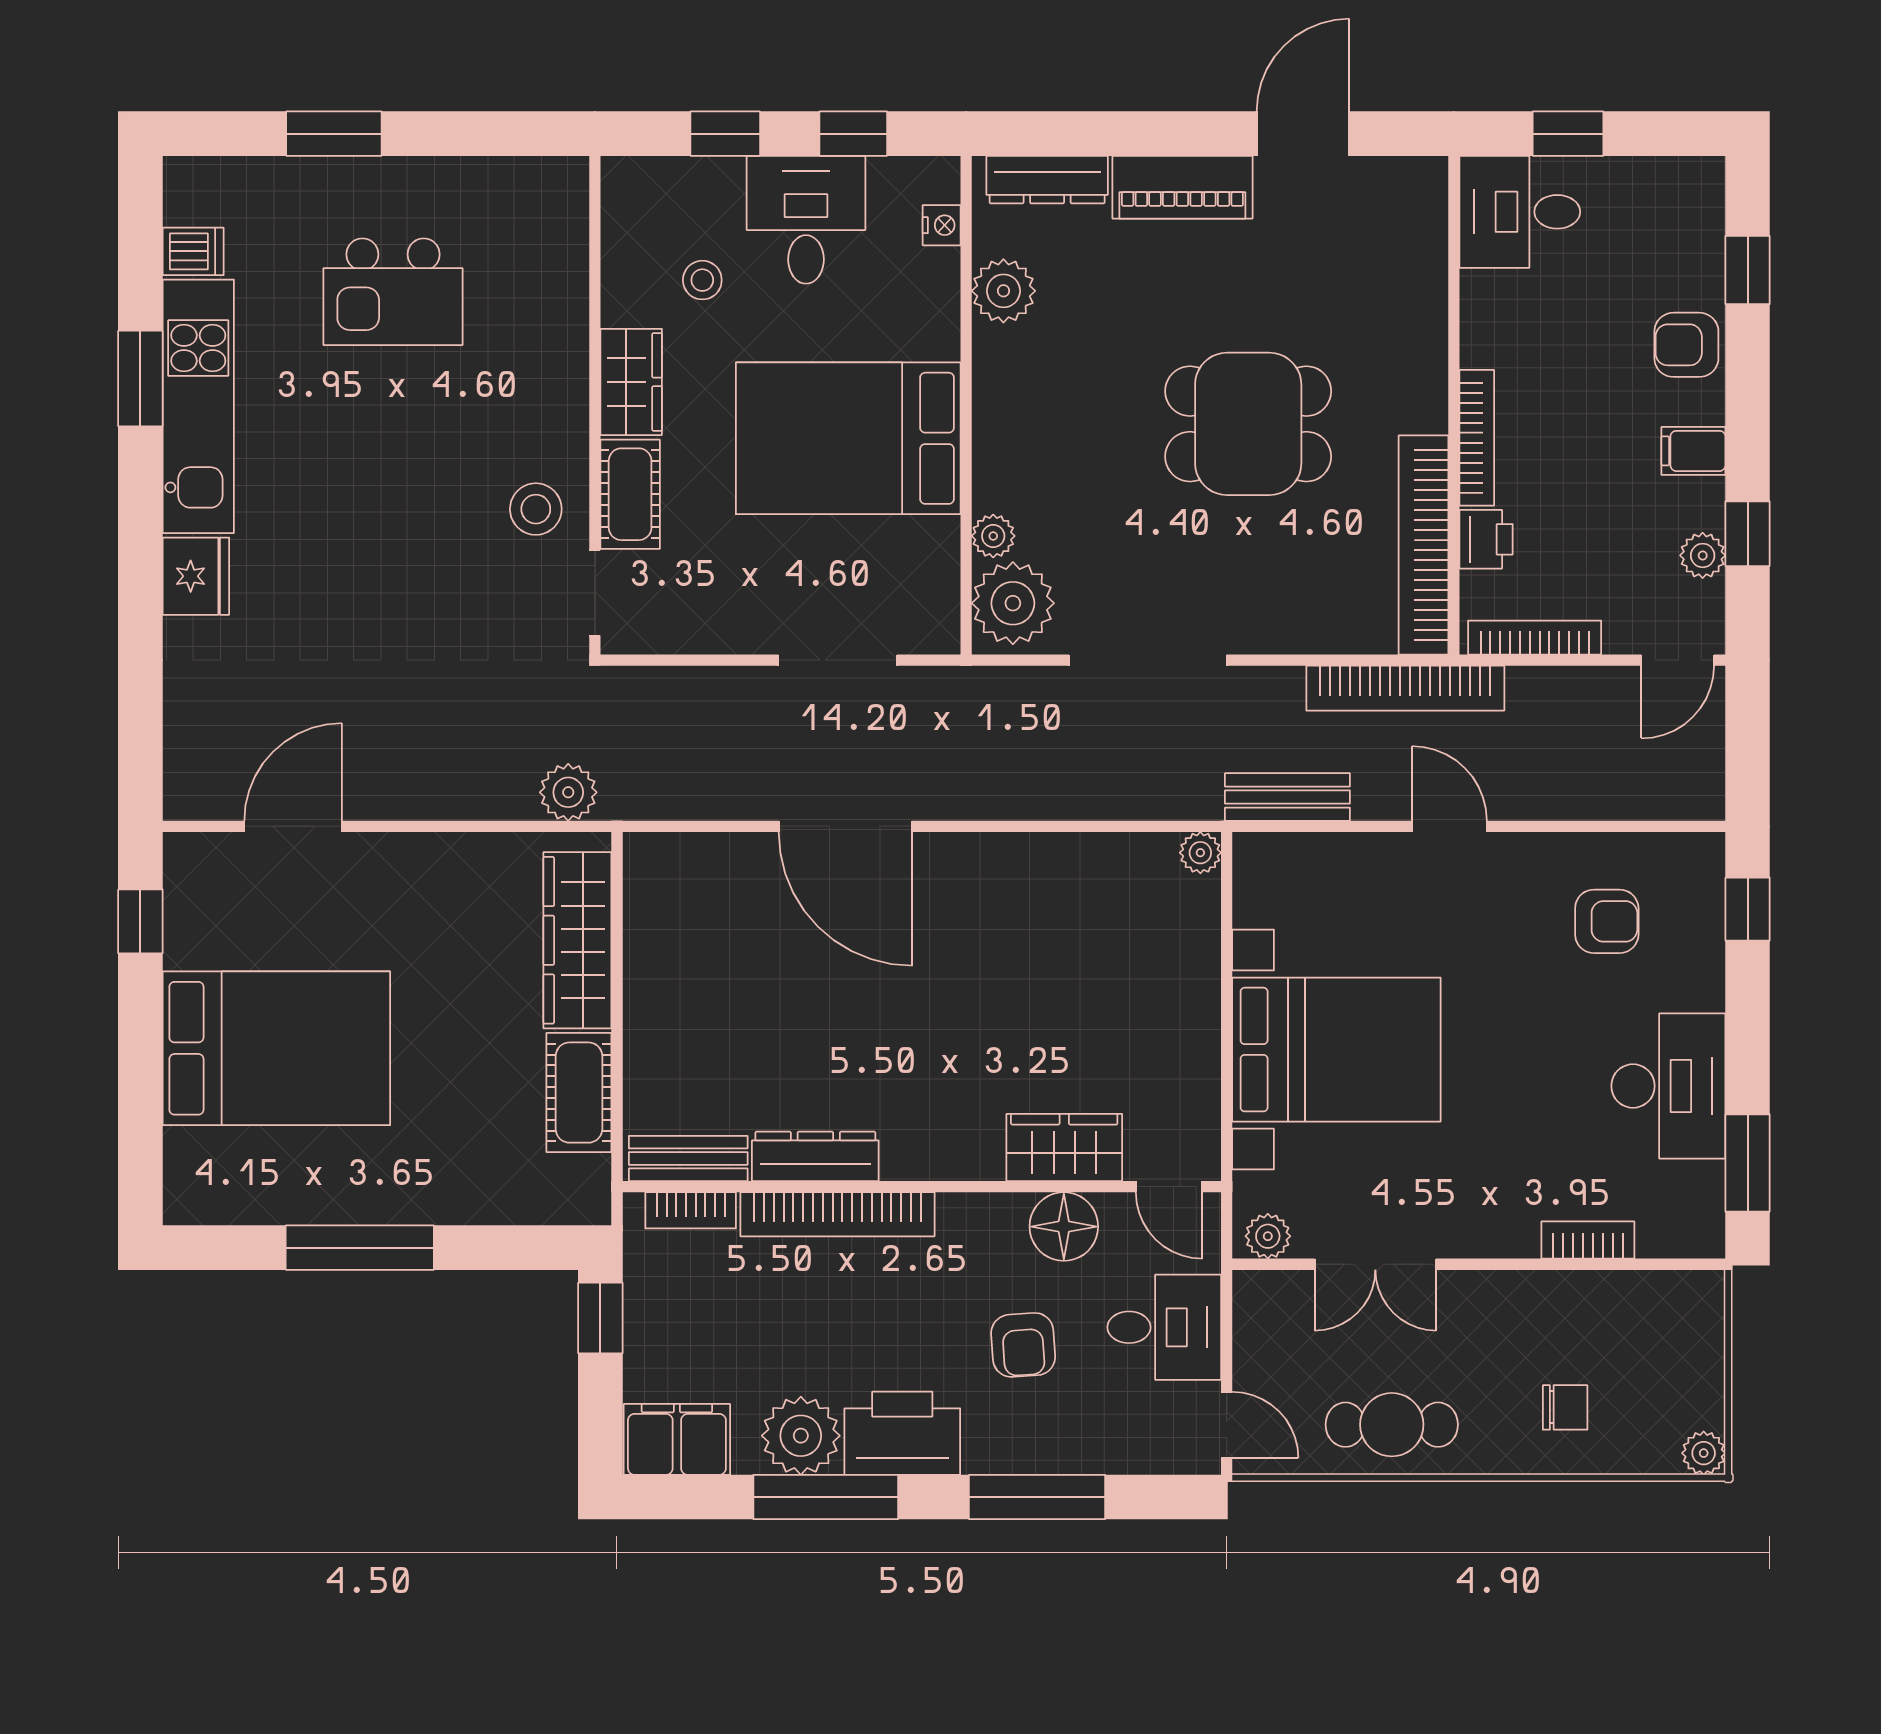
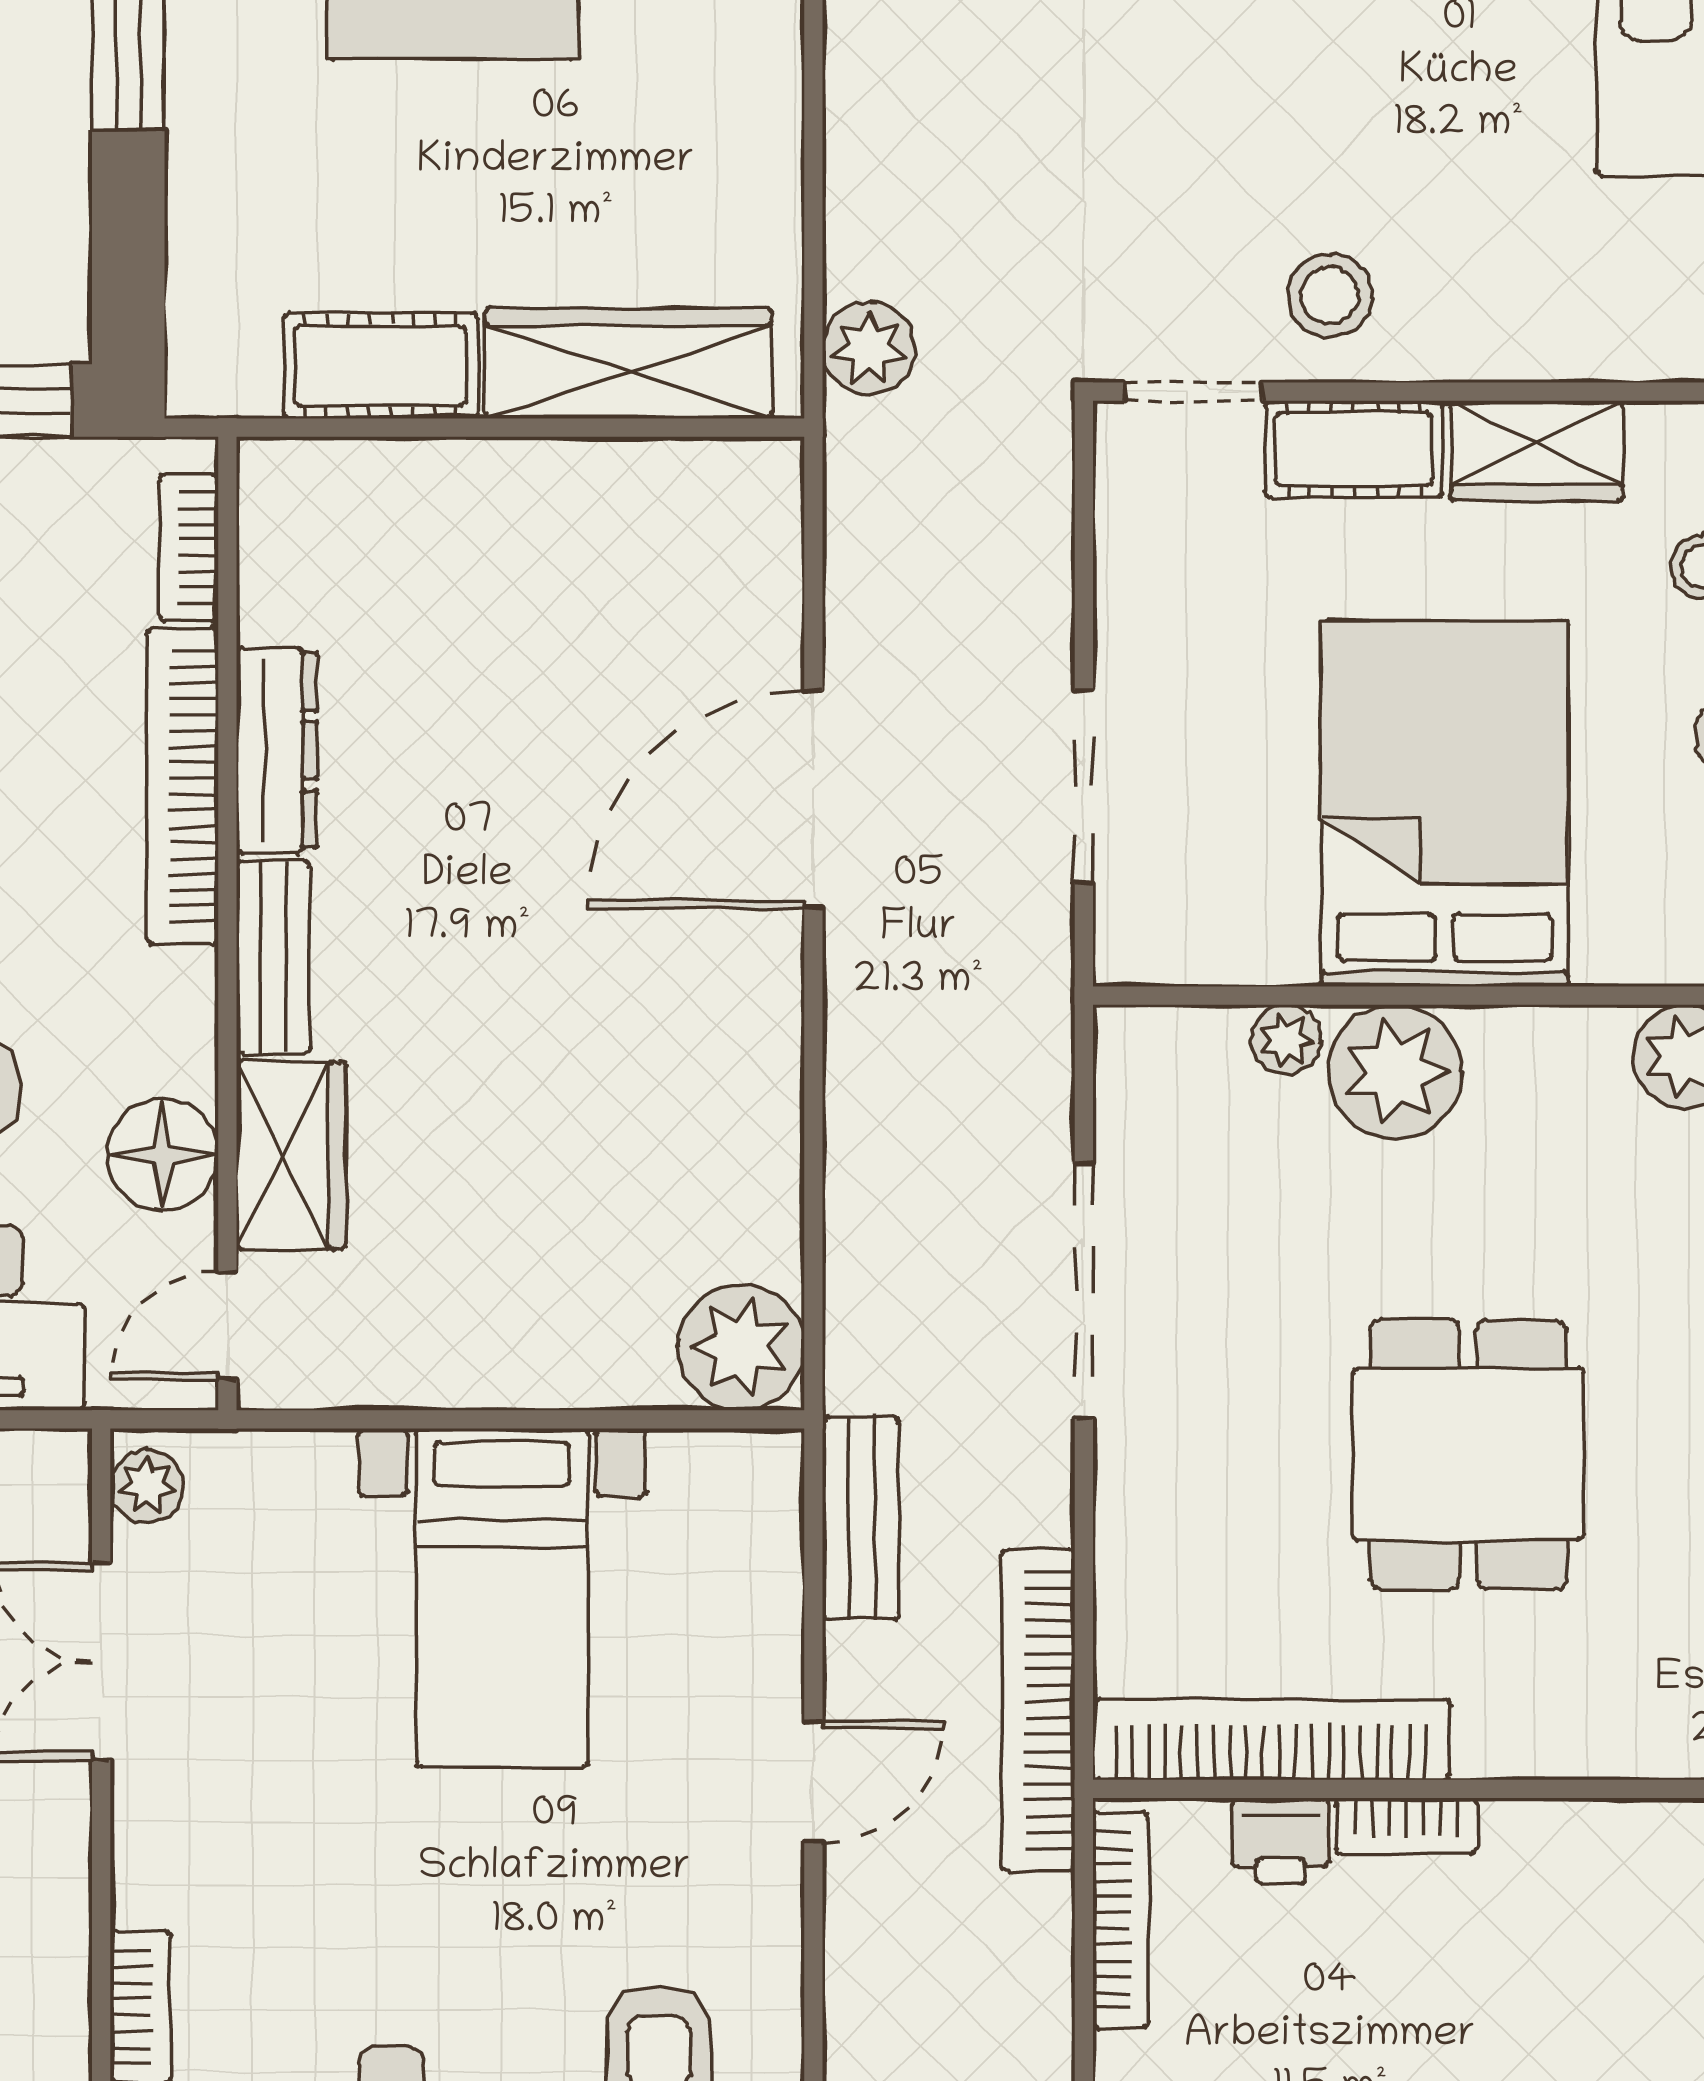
bookcase: (1477, 438) -> (1406, 1826), width x0.64
plant: (1013, 603) -> (1395, 1072), moved
plant: (1200, 853) -> (741, 1347), width x1.88, depth x1.88
bed with nightstands: (1336, 1050) -> (502, 1598), width x0.73
bench: (688, 1158) -> (273, 957), moved

